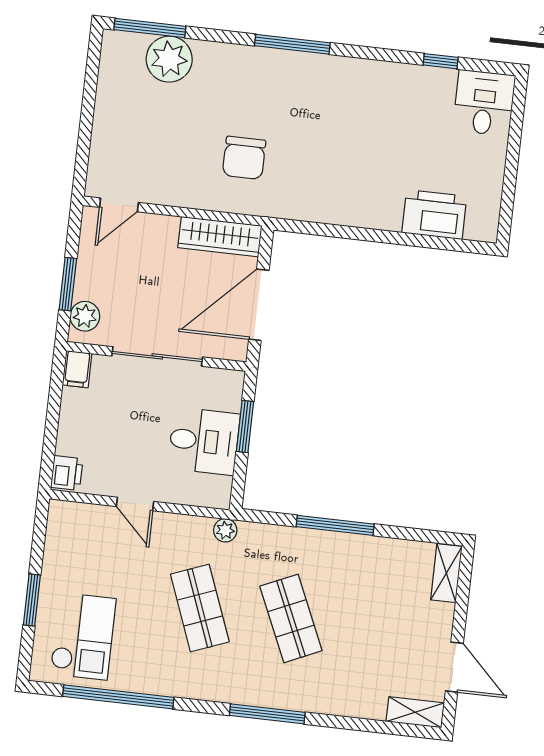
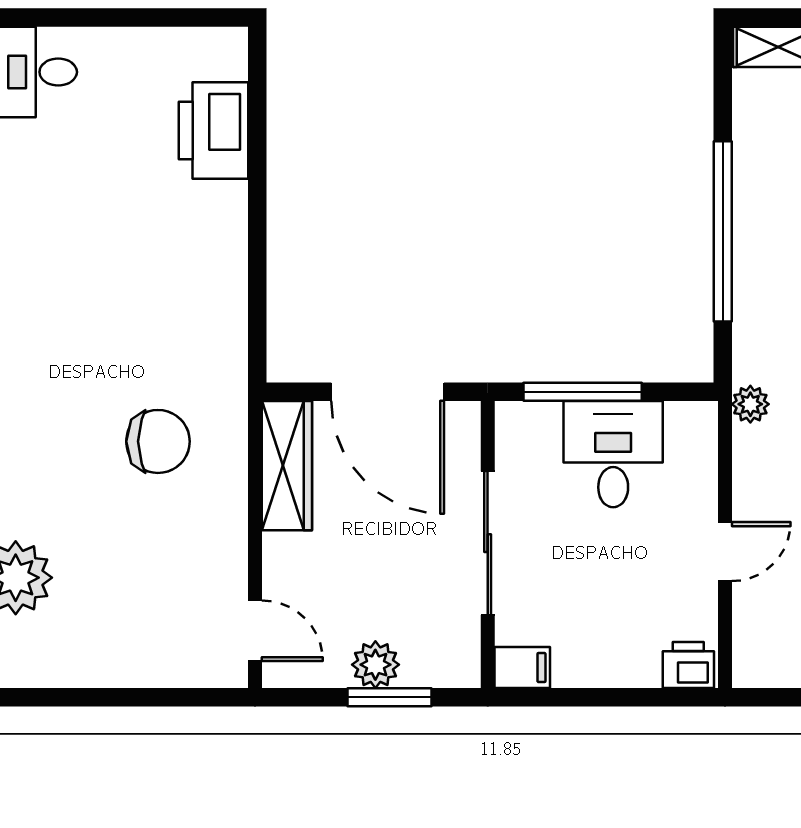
plant: (85, 316) -> (375, 665), moved
window: (245, 427) -> (583, 392), width x1.44
window: (335, 525) -> (723, 231), width x1.46

